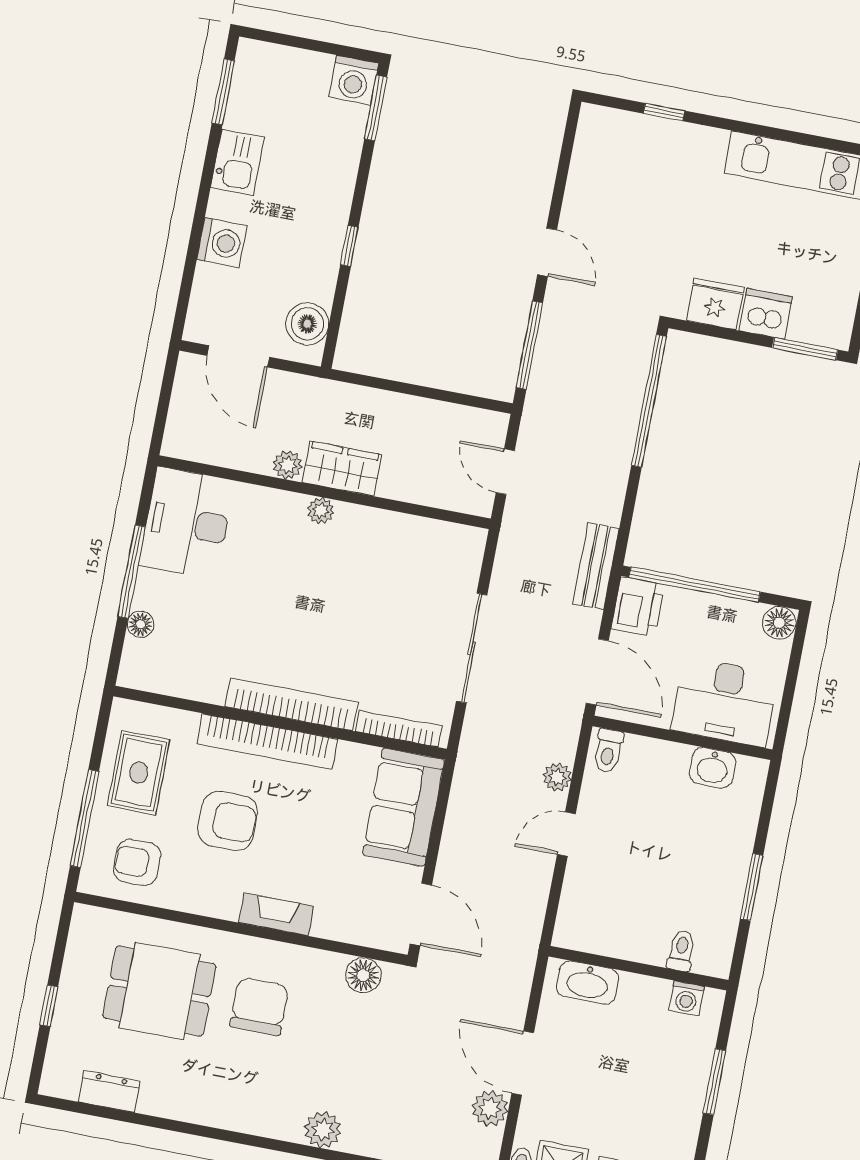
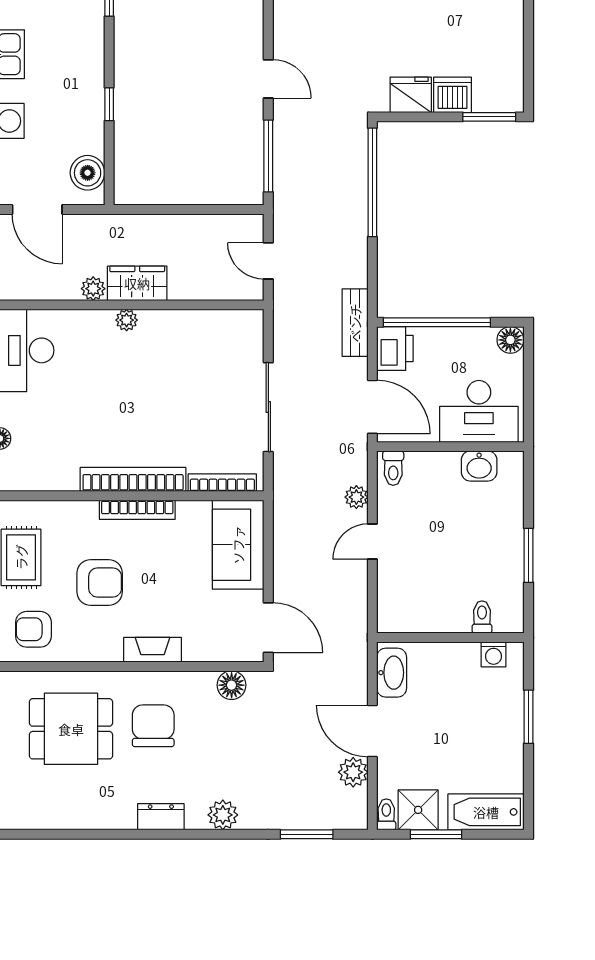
bookcase: (267, 741) -> (137, 510), width x0.68, depth x0.76
washbasin: (588, 983) -> (392, 673), moved, turned -90
dresser: (109, 1091) -> (161, 817), moved

